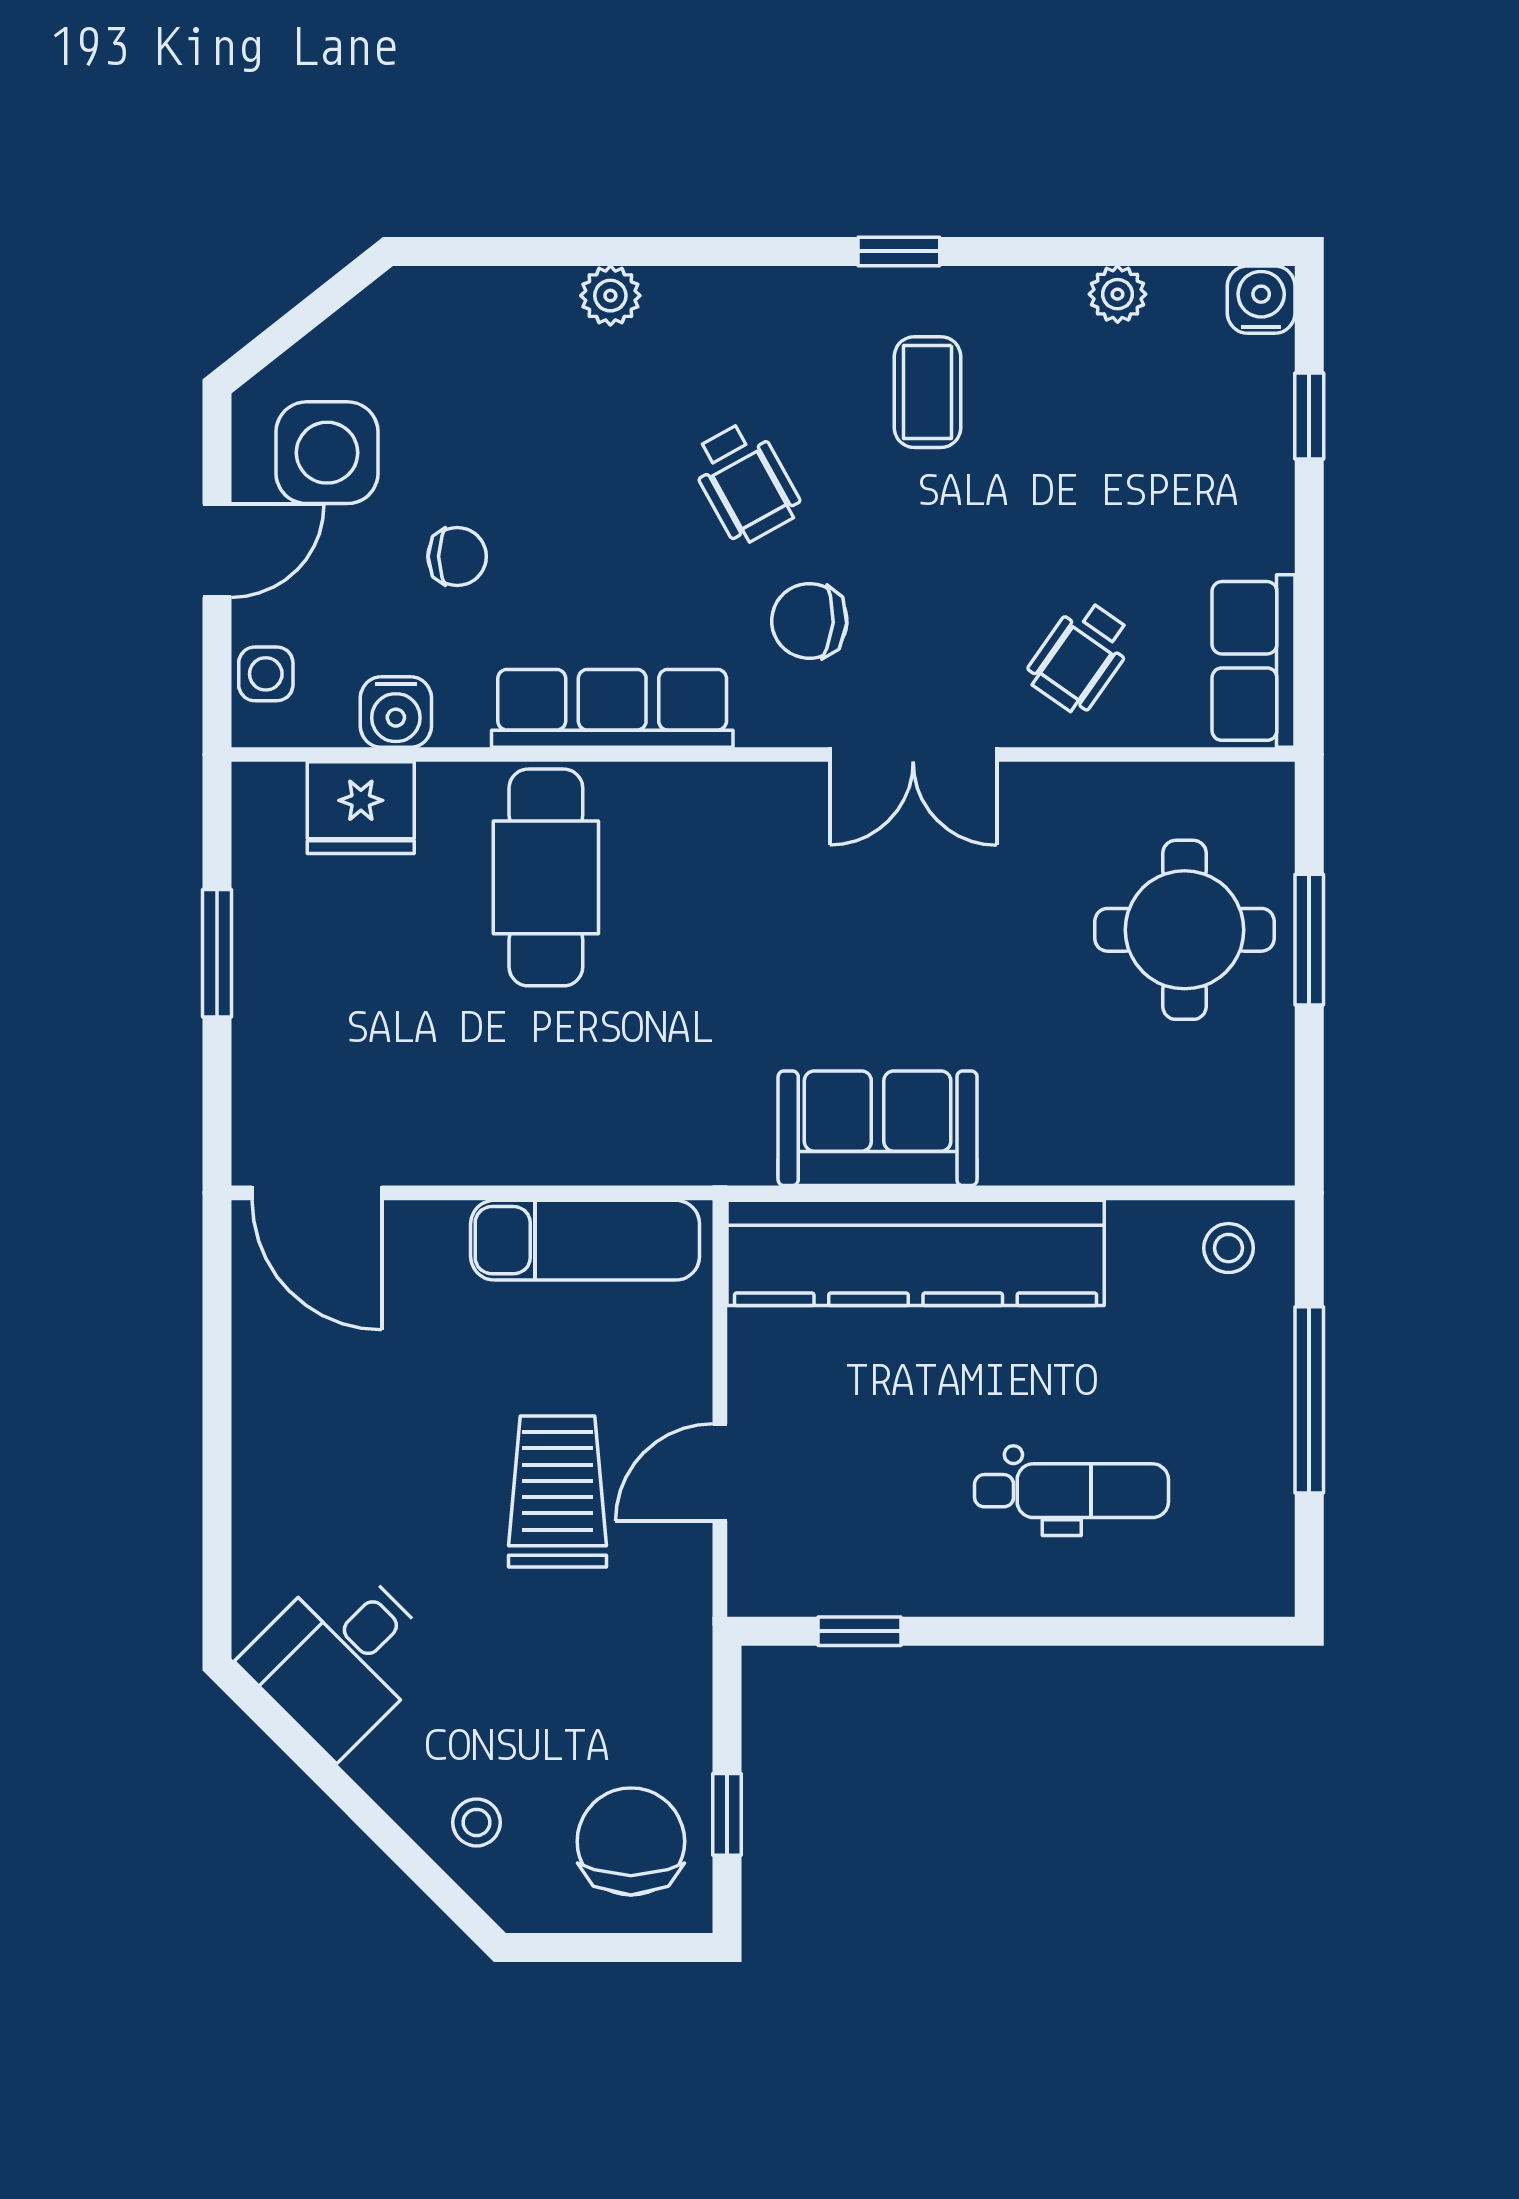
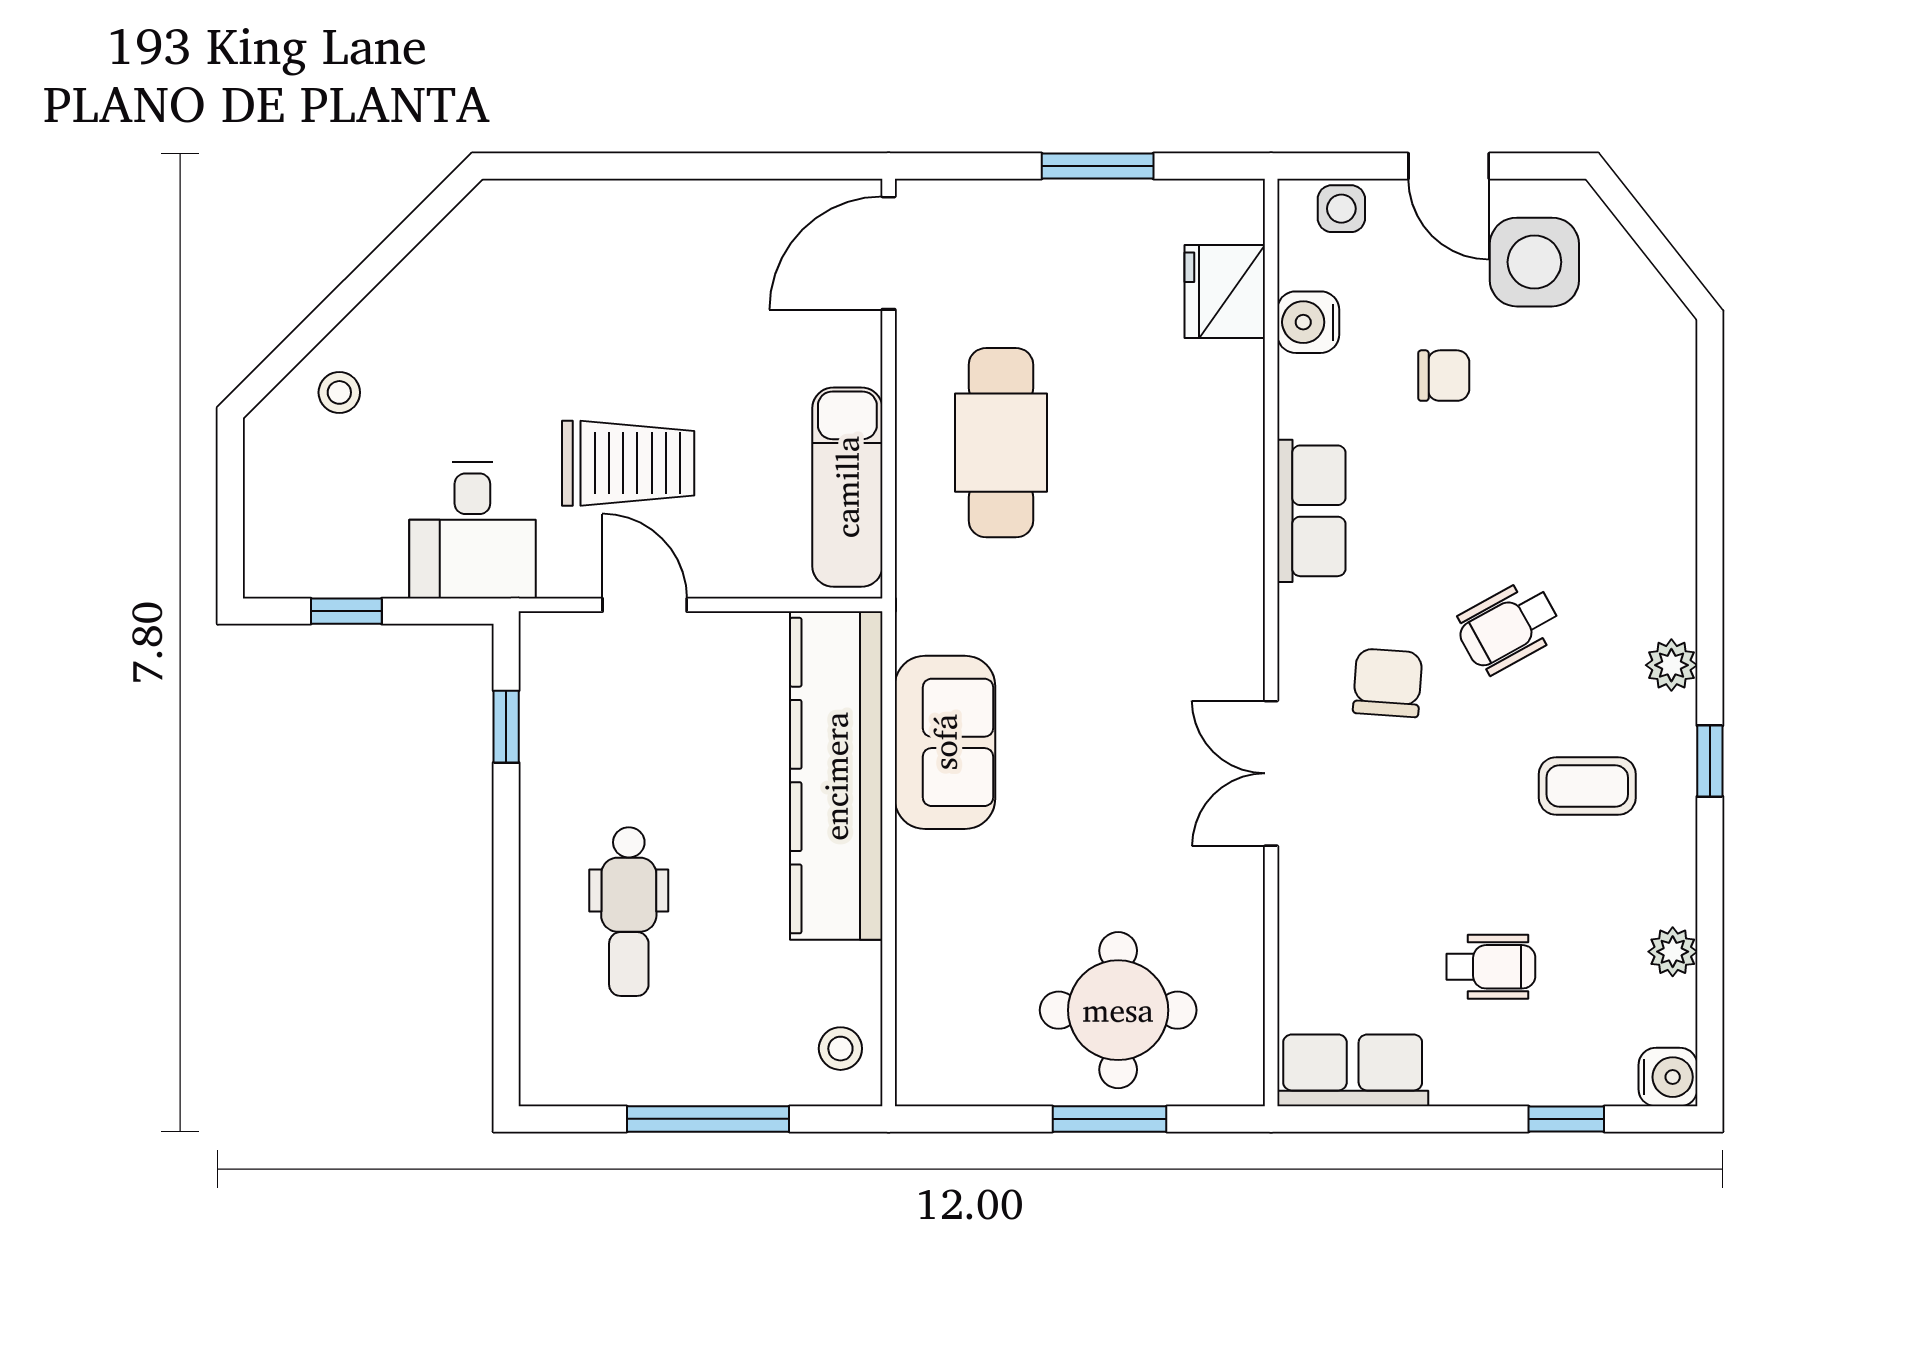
plant: (610, 296) -> (1671, 665), moved
chair: (457, 556) -> (1444, 376), turned -90
wheelchair: (1080, 657) -> (1491, 967), moved, turned 145
row of seats: (612, 708) -> (1311, 511), width x0.68
cafe table: (546, 877) -> (1001, 443), moved, turned 90
desk: (341, 1657) -> (472, 531), moved, turned -135
chair: (631, 1841) -> (323, 527), removed

